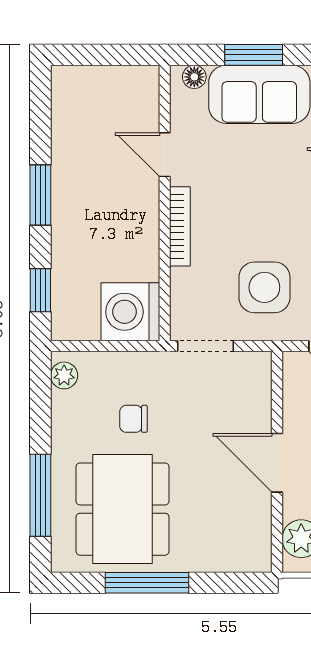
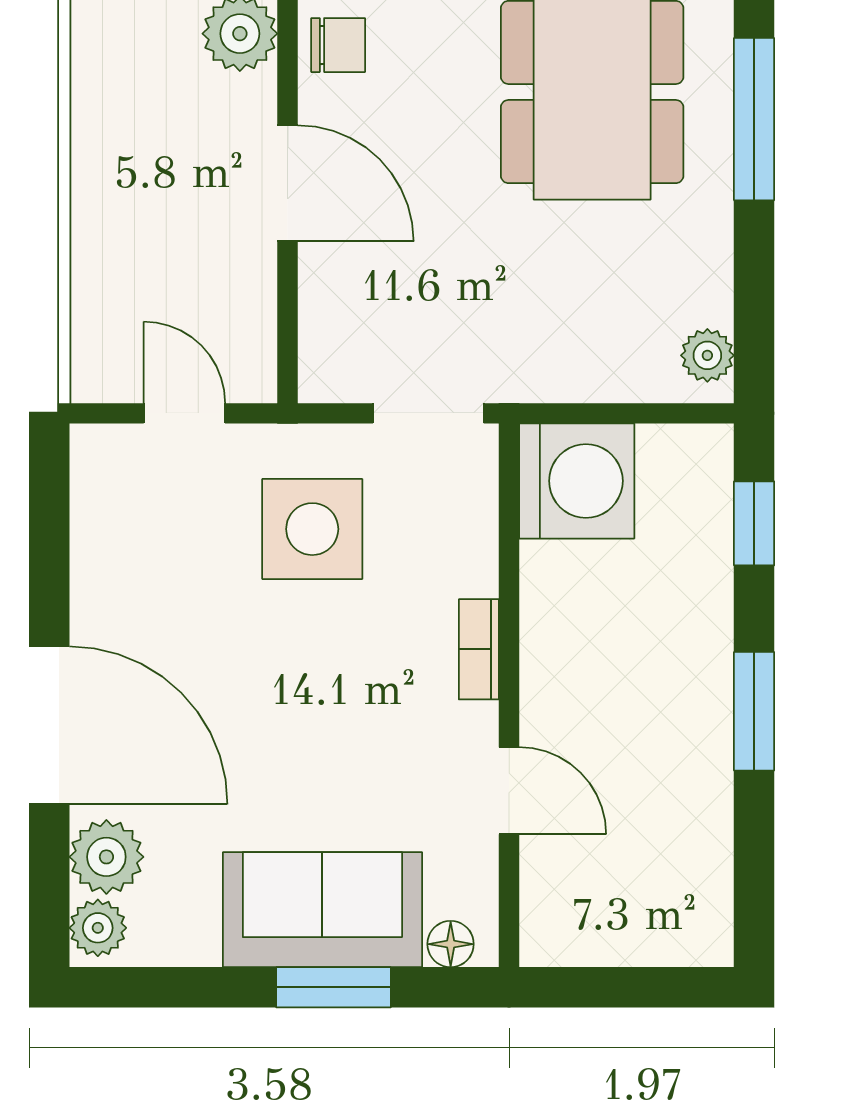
bookcase: (180, 226) -> (479, 649), width x0.64
chair: (133, 419) -> (338, 45), moved

